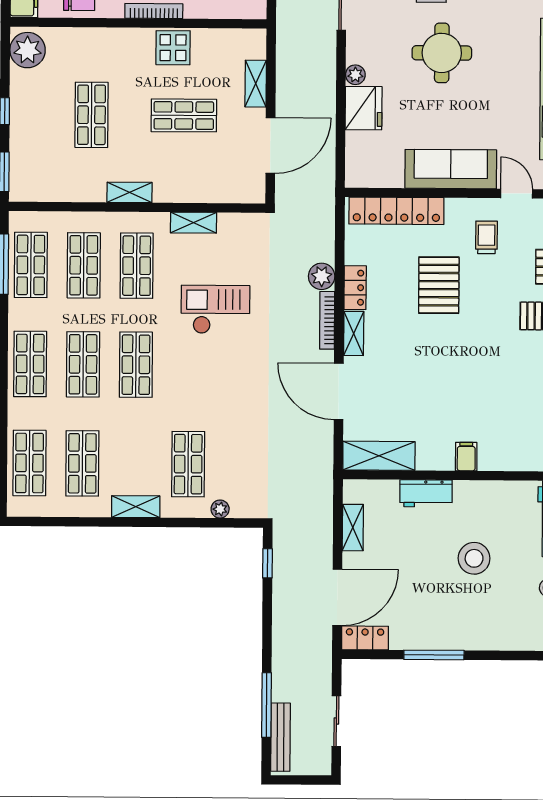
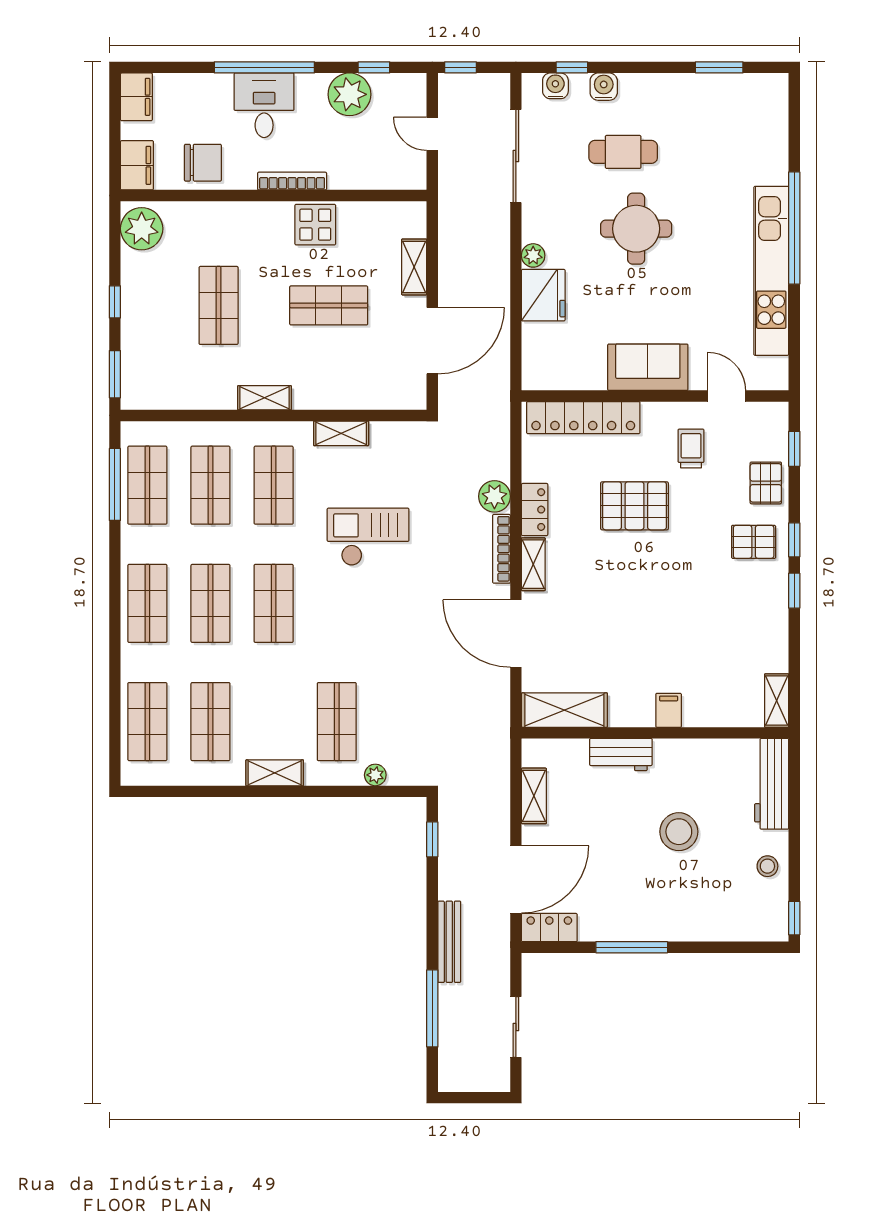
sofa: (451, 169) -> (648, 367), width x0.73
pallet: (439, 285) -> (634, 506), turned 90
bench: (280, 737) -> (449, 942), moved

